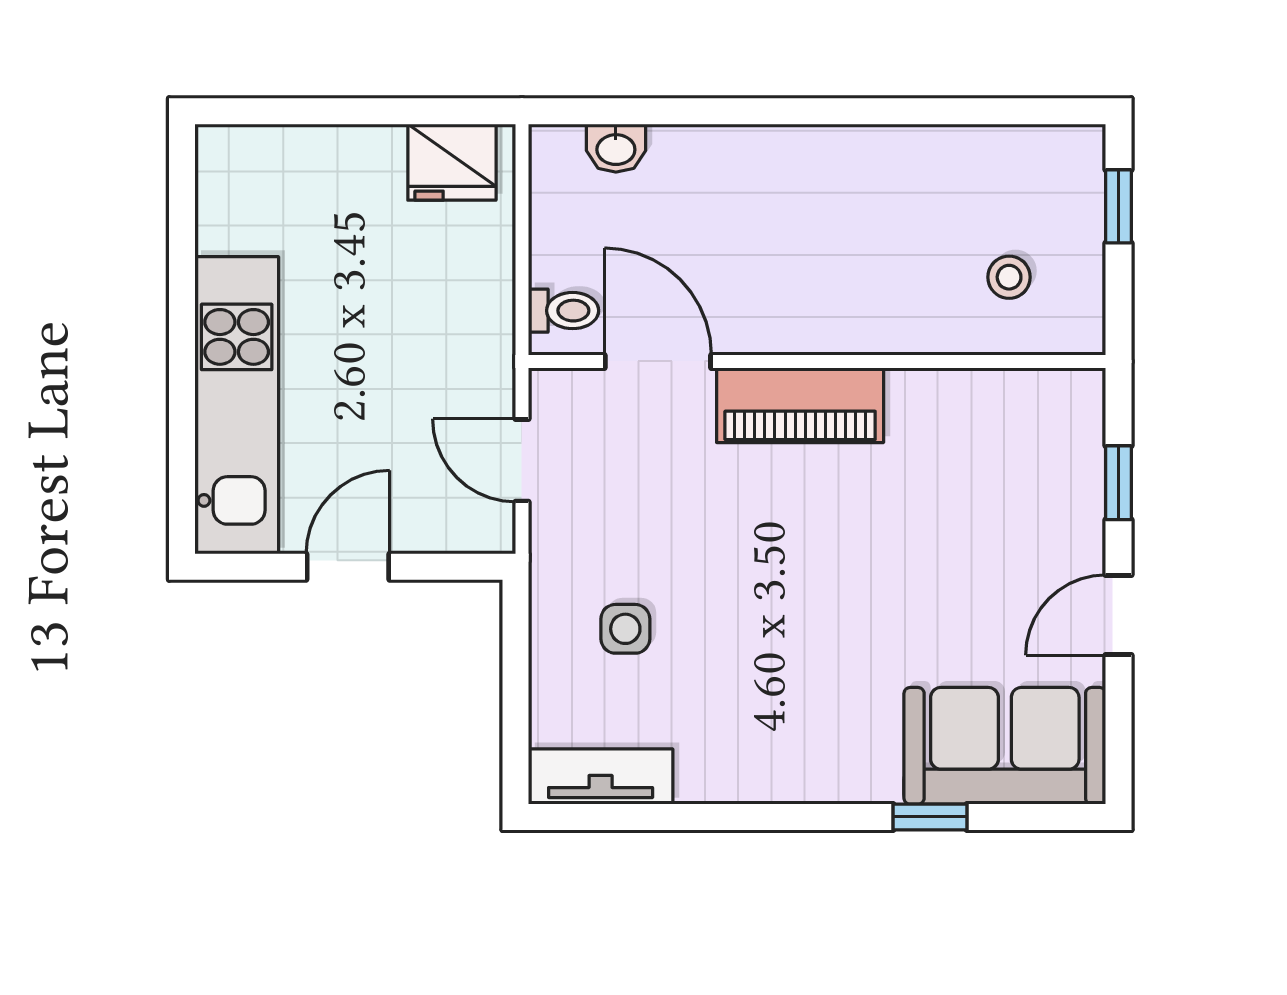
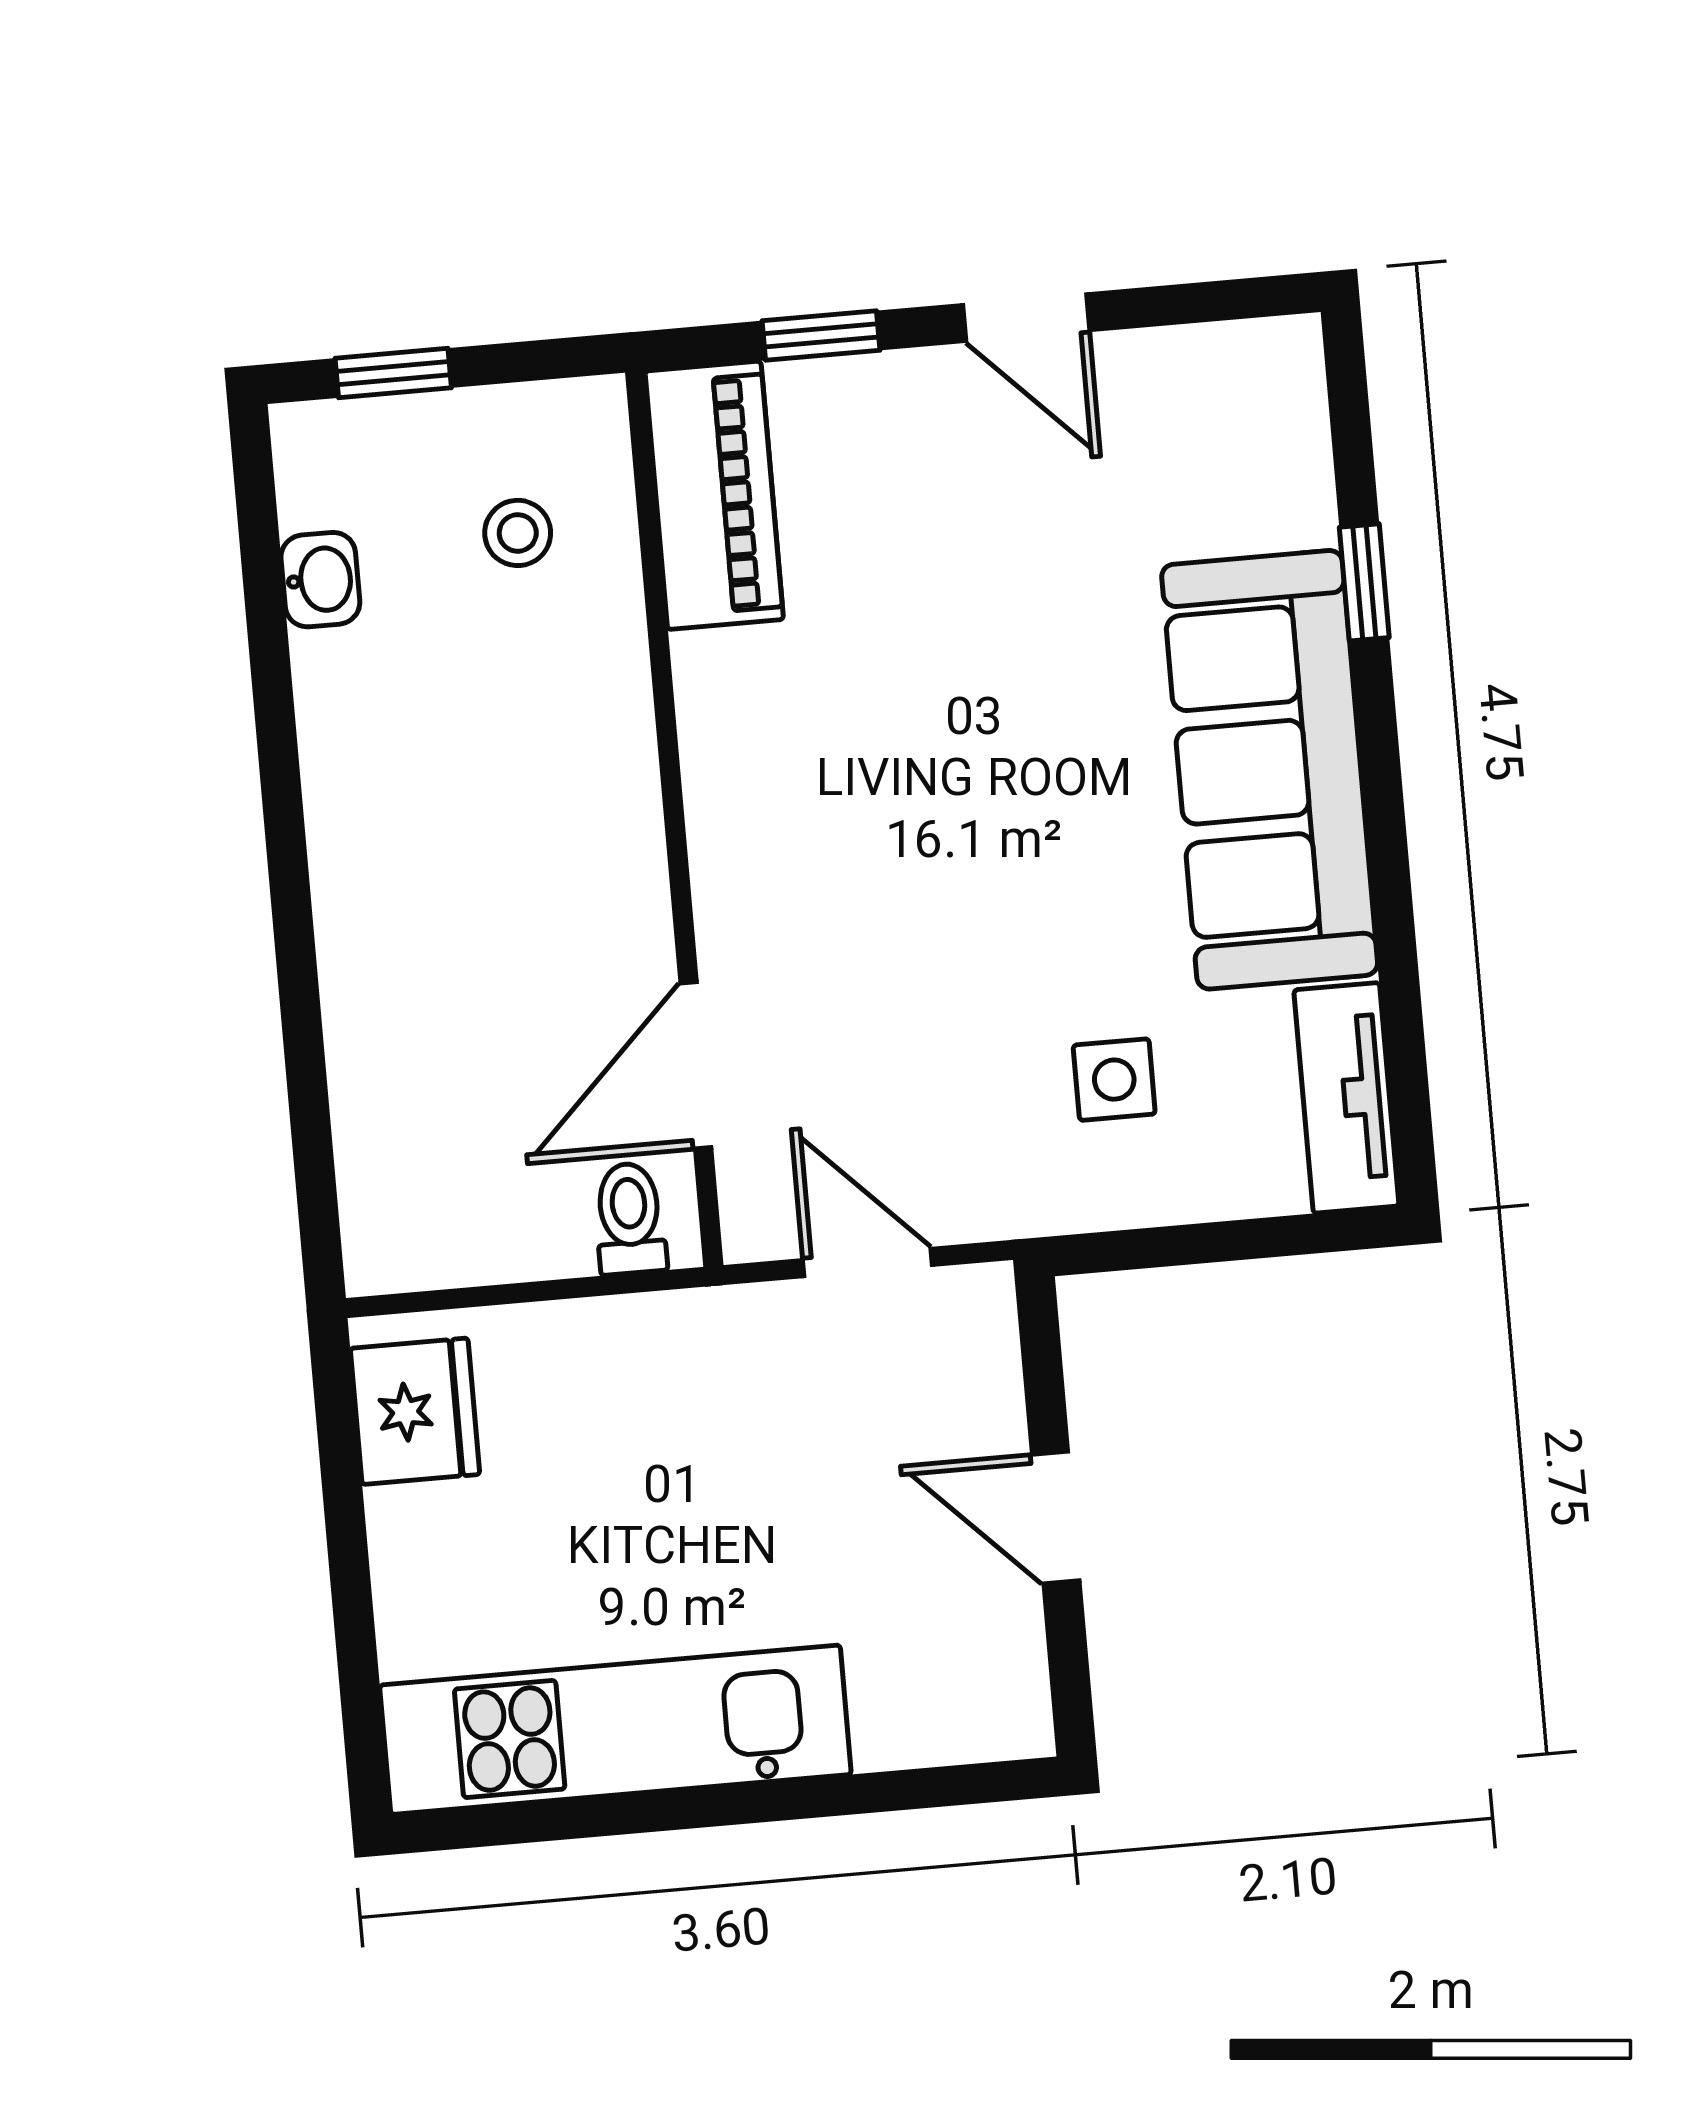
washbasin: (616, 148) -> (320, 580), moved
kitchen unit: (237, 405) -> (615, 1730), moved
piano: (800, 405) -> (714, 495), moved
door: (522, 460) -> (867, 1263), swing flipped
sofa: (1005, 746) -> (1270, 770), moved, width x1.36

